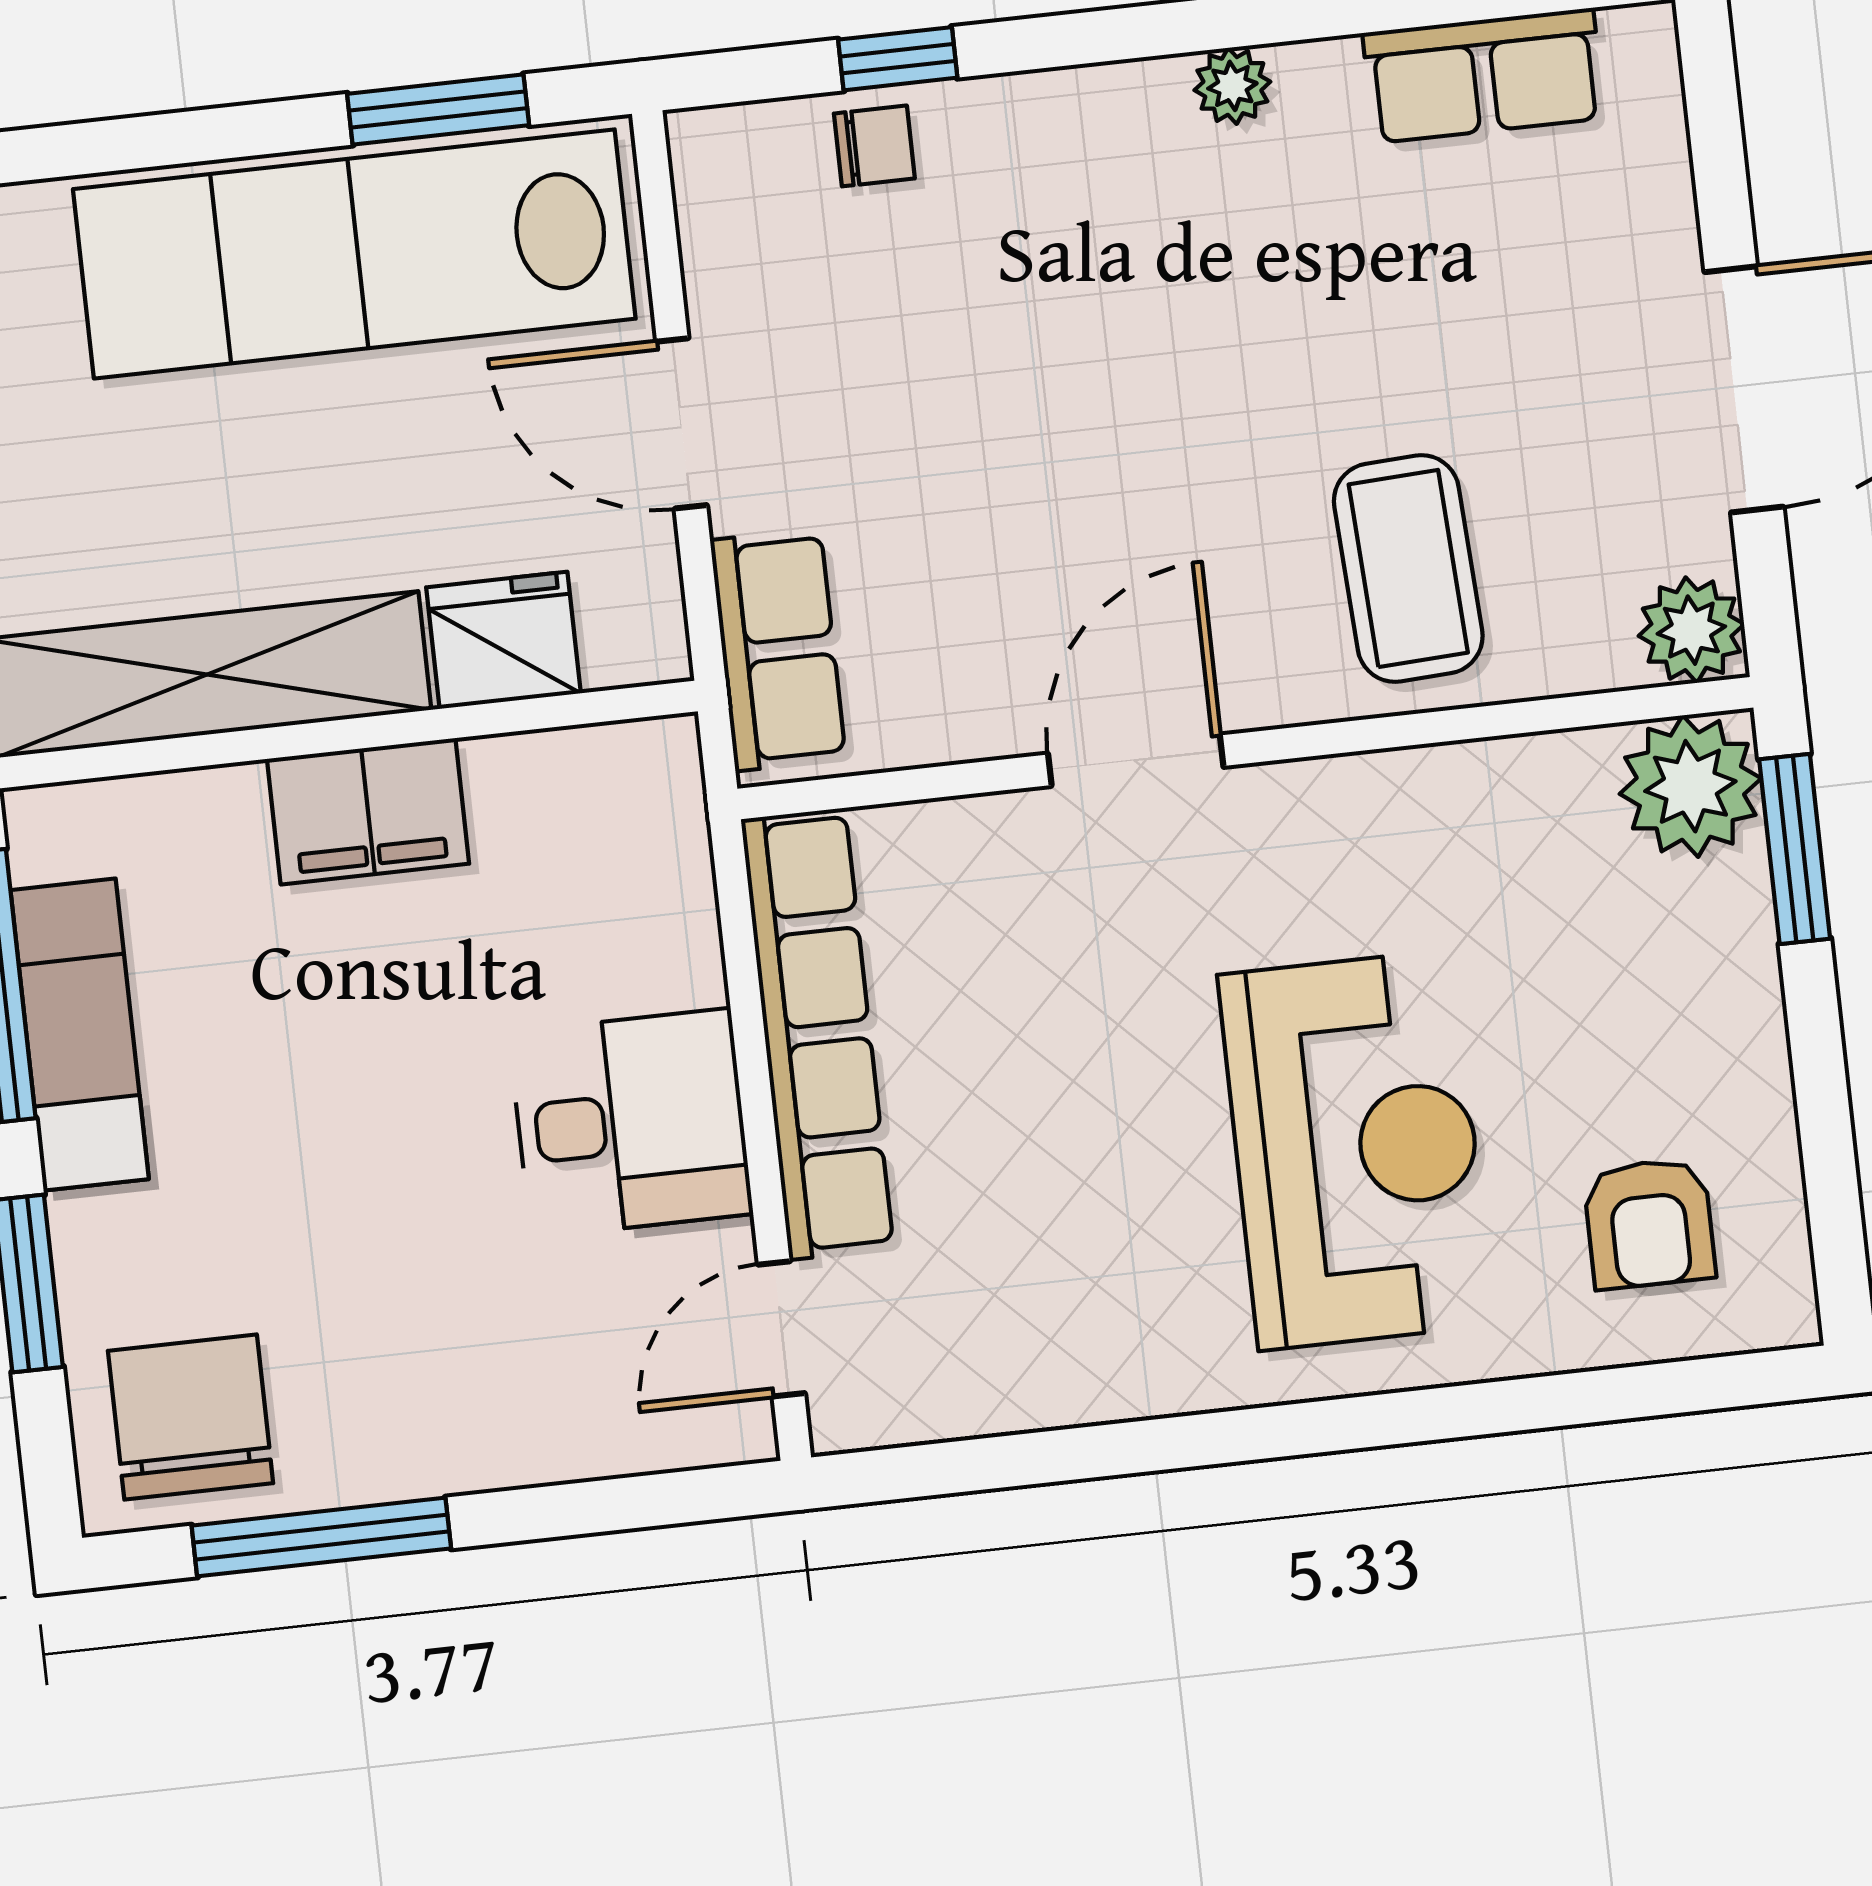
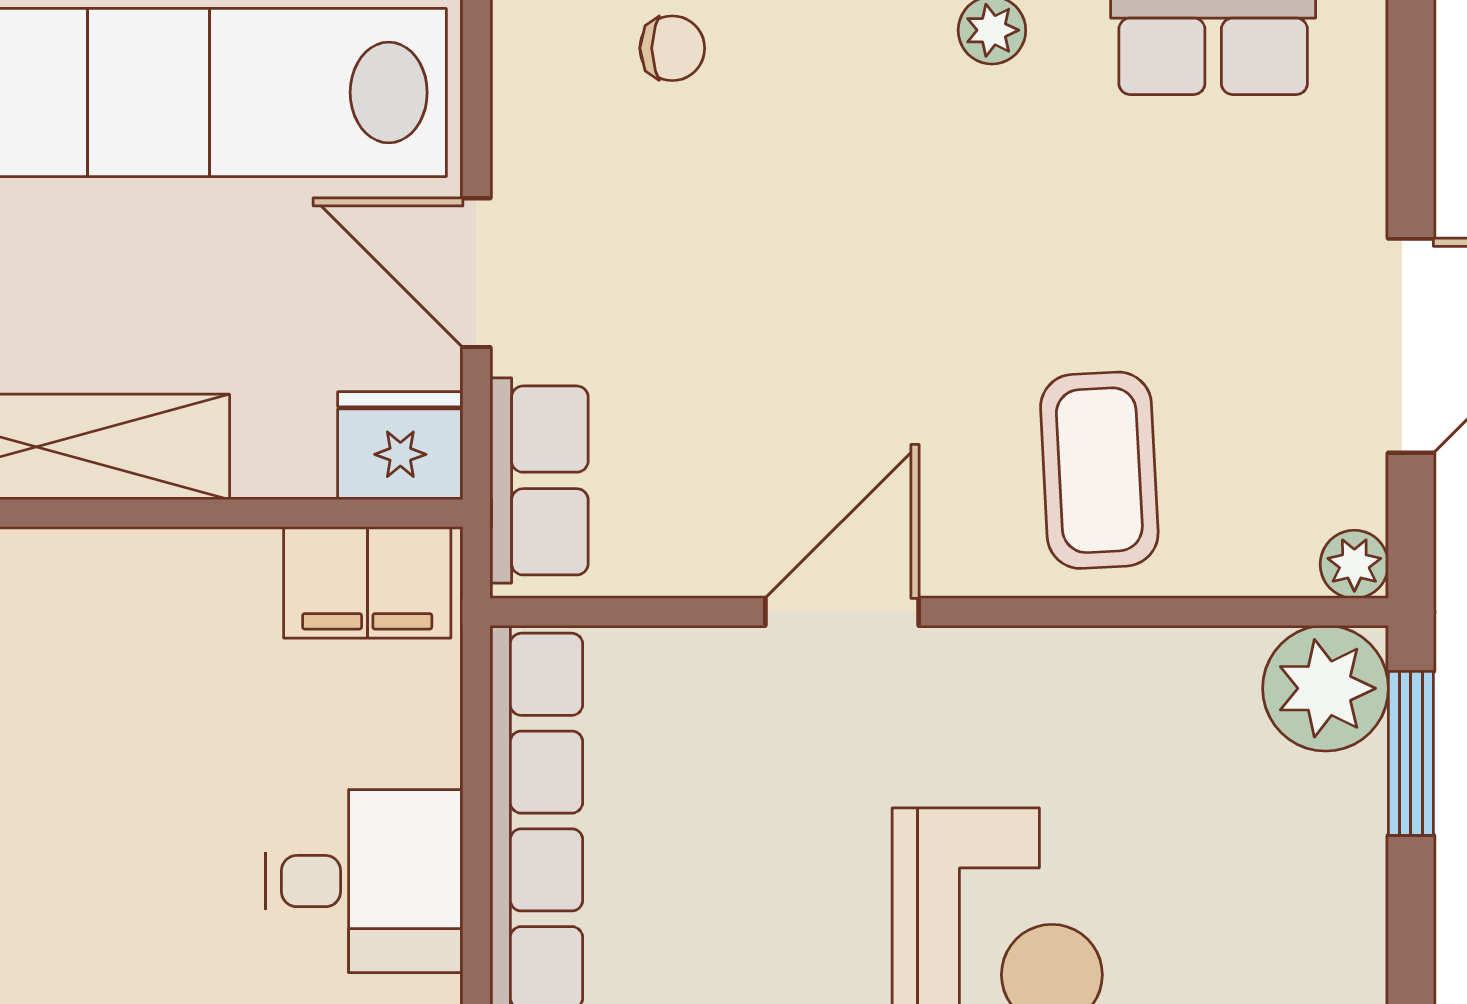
plant: (1691, 630) -> (1354, 564), width x0.73, depth x0.73
fridge: (503, 640) -> (400, 446), moved
filing cabinet: (368, 811) -> (367, 582), moved

